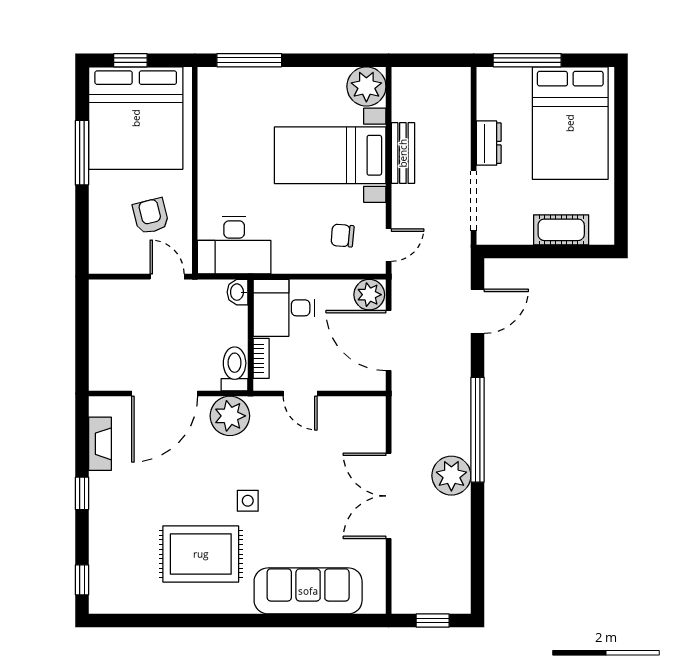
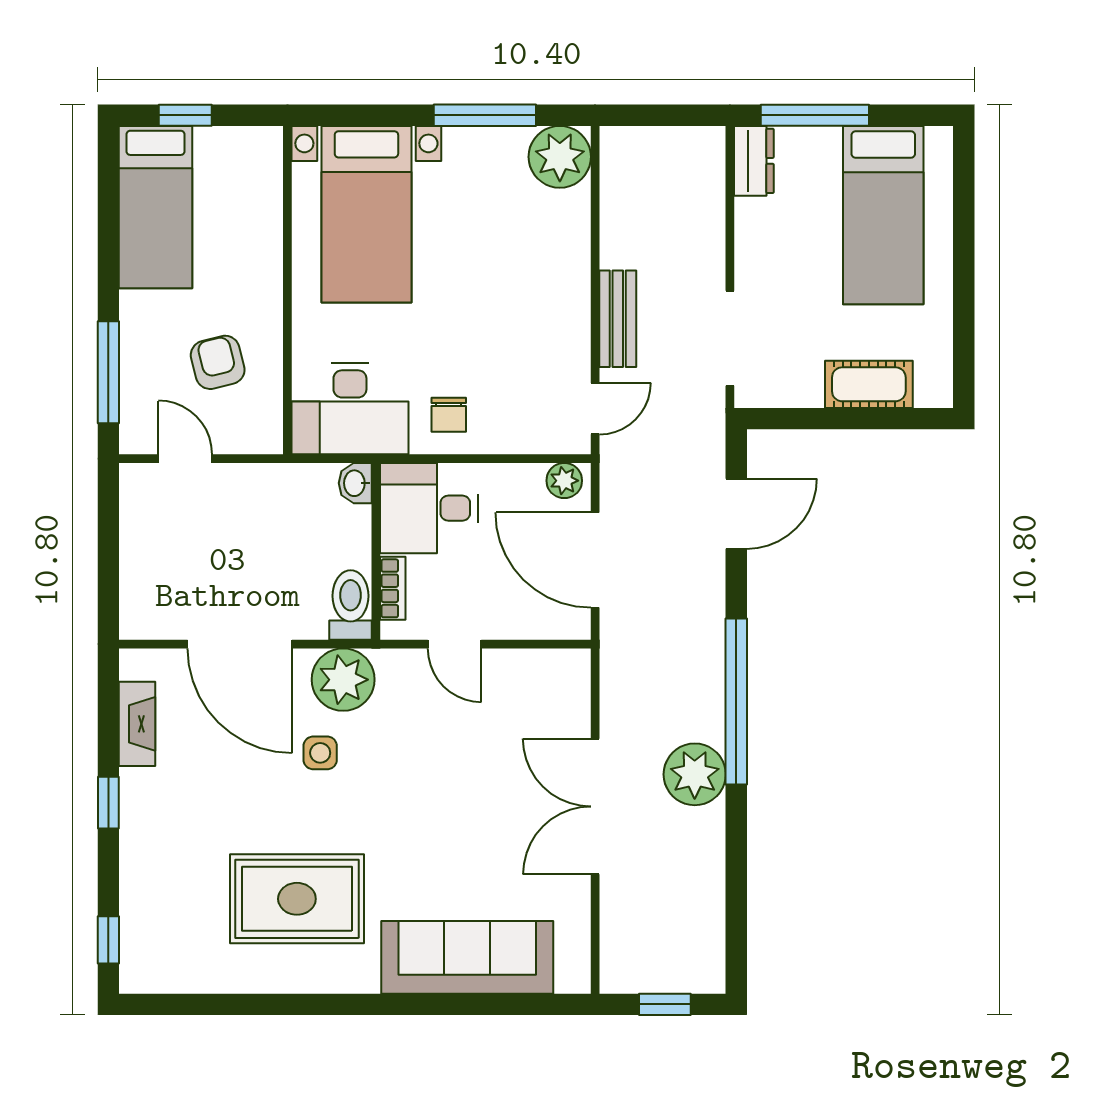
window: (249, 60) -> (485, 115), moved
bed: (136, 118) -> (155, 207), width x0.49
bed: (570, 123) -> (883, 215), width x0.67
dresser: (489, 143) -> (754, 161), moved
window: (82, 153) -> (108, 372), moved
bench: (403, 153) -> (618, 319), moved
bed with nightstands: (330, 155) -> (366, 214), moved, turned -90
chair: (342, 236) -> (449, 415), moved, turned -95
door: (167, 277) -> (185, 459), moved
plant: (369, 295) -> (564, 481), width x0.73, depth x0.73
door: (165, 393) -> (240, 644), hinge flipped
side table: (248, 501) -> (320, 753), moved

